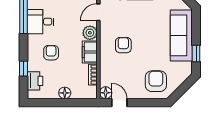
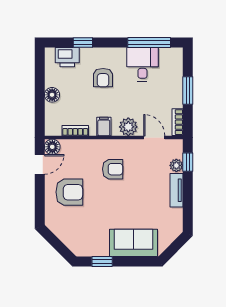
sofa: (181, 35) -> (133, 243), width x0.73
filing cabinet: (90, 52) -> (104, 127), width x0.50
armchair: (51, 53) -> (103, 78), turned 90
armchair: (156, 81) -> (69, 192), moved

